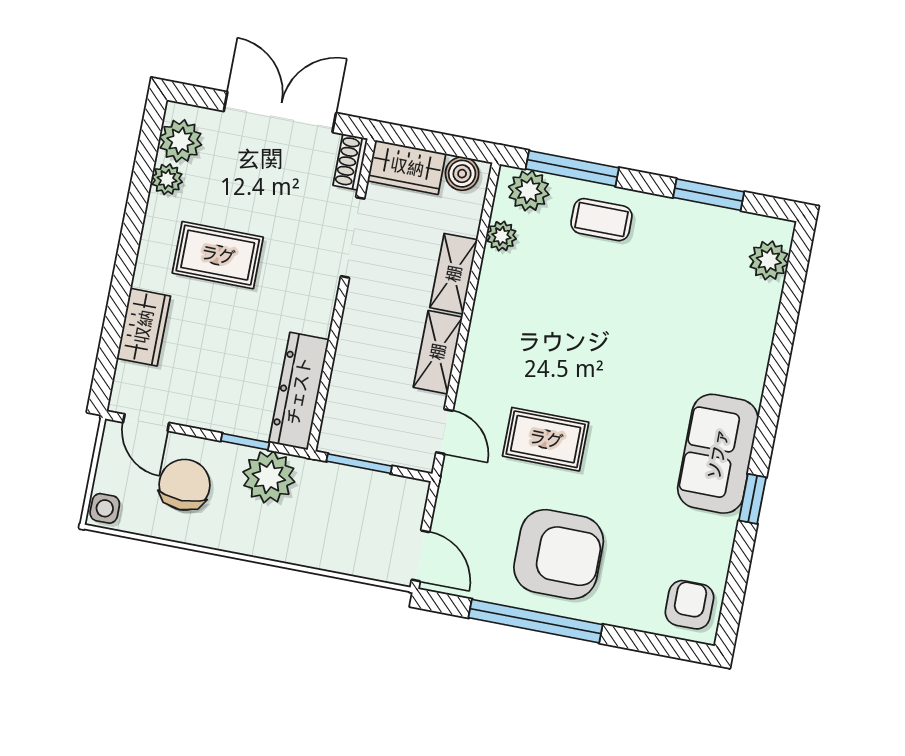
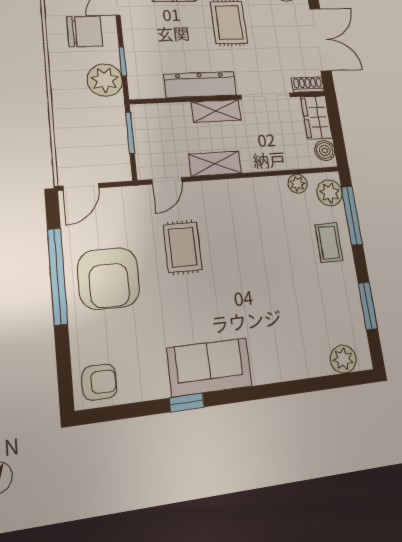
shelving: (454, 274) -> (216, 111), moved
dresser: (299, 391) -> (200, 85), moved

